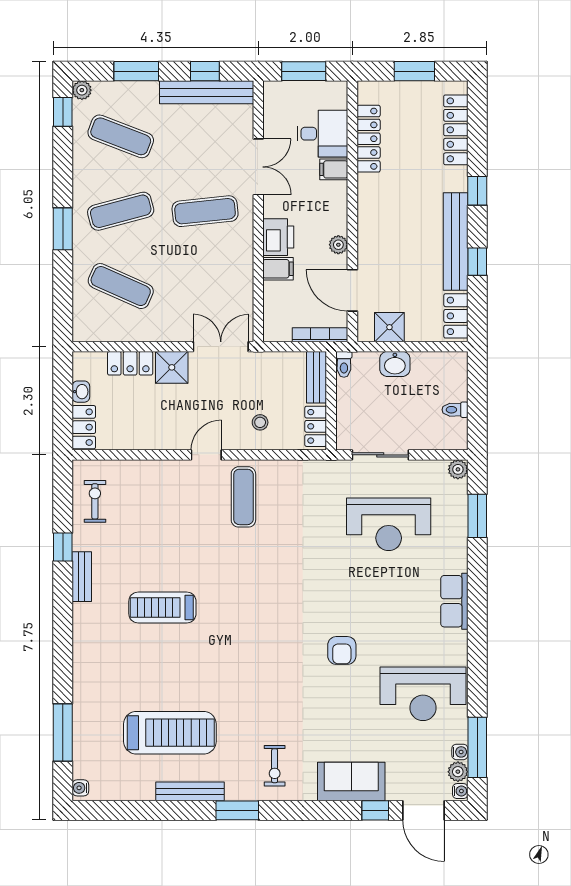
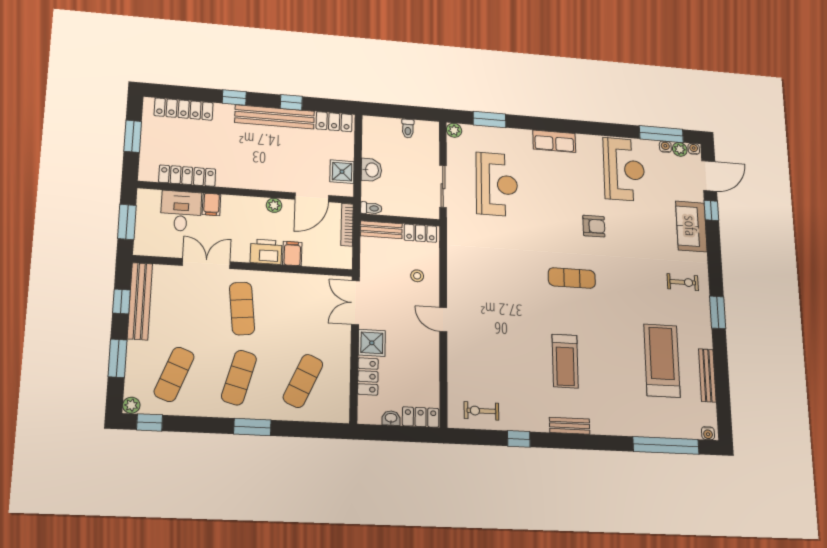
exercise mat: (121, 211) -> (239, 378), turned 30
exercise mat: (243, 497) -> (572, 278), moved
bench: (82, 577) -> (570, 426), moved
window: (63, 732) -> (666, 445), width x1.46
bench: (190, 791) -> (707, 375), moved

